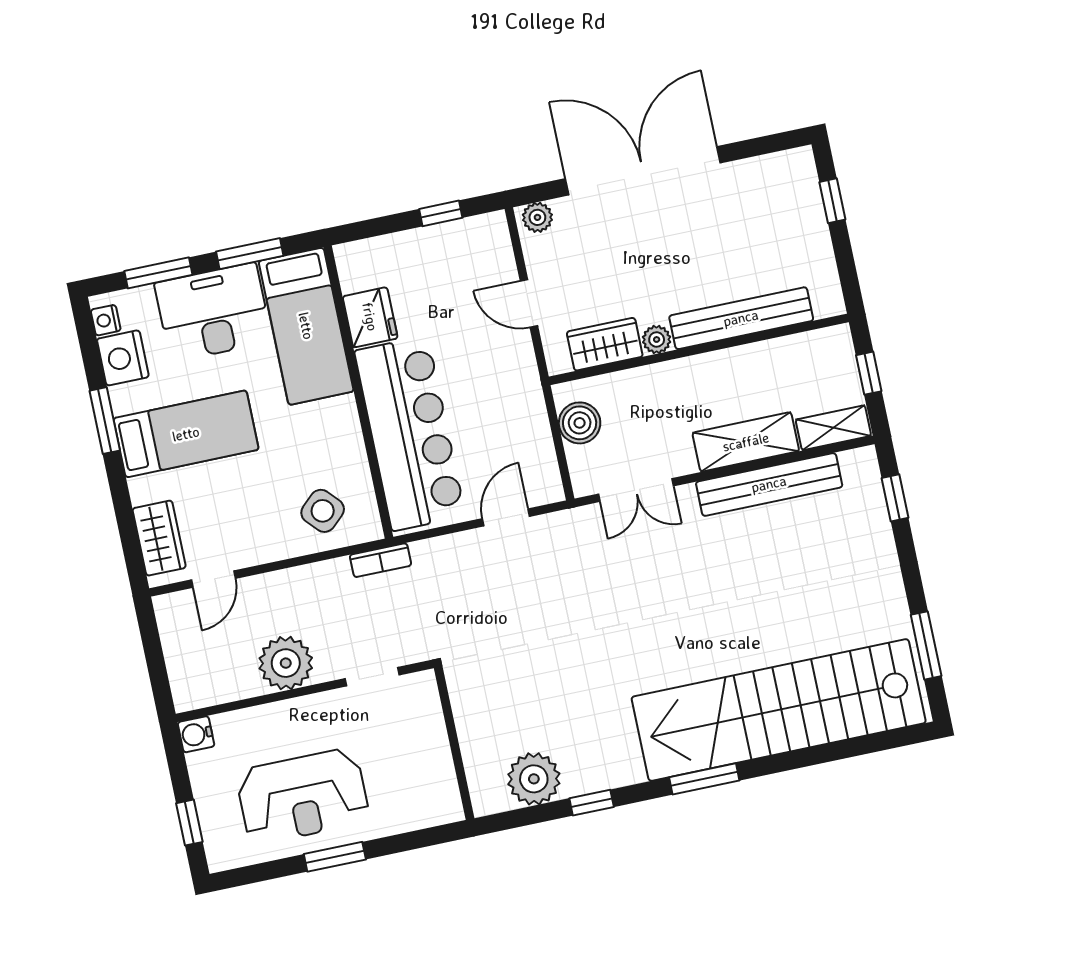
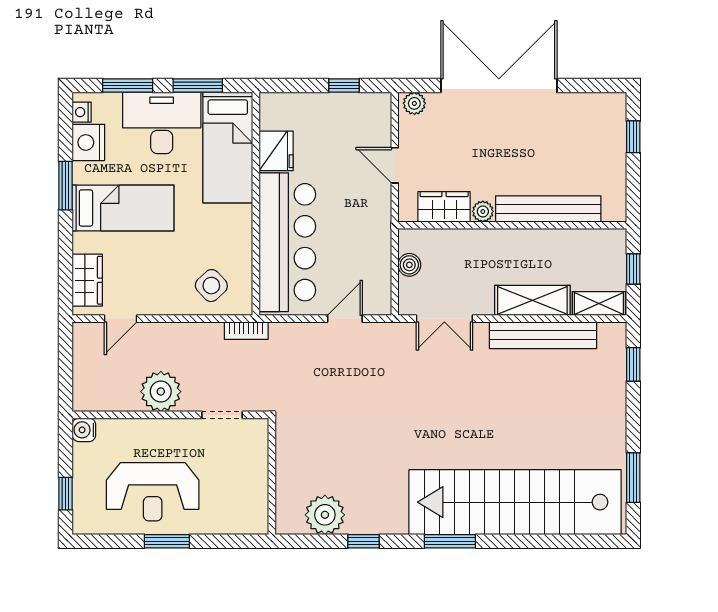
boiler: (580, 423) -> (409, 265), width x0.73, depth x0.73

